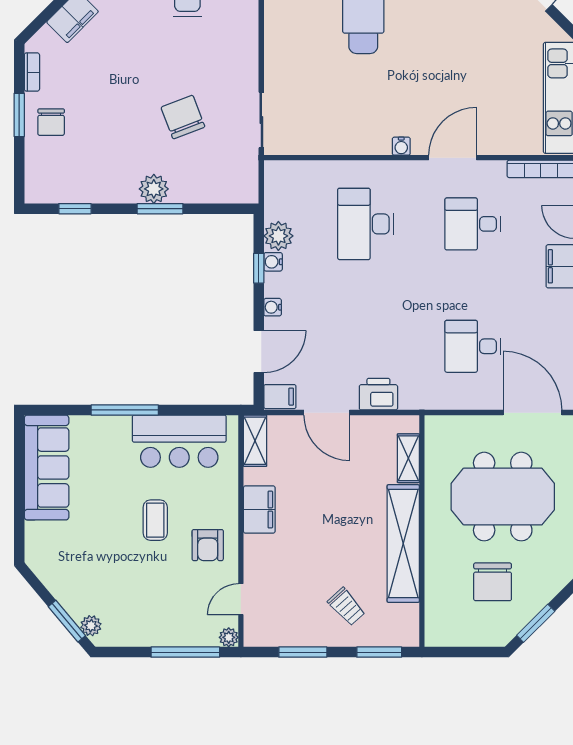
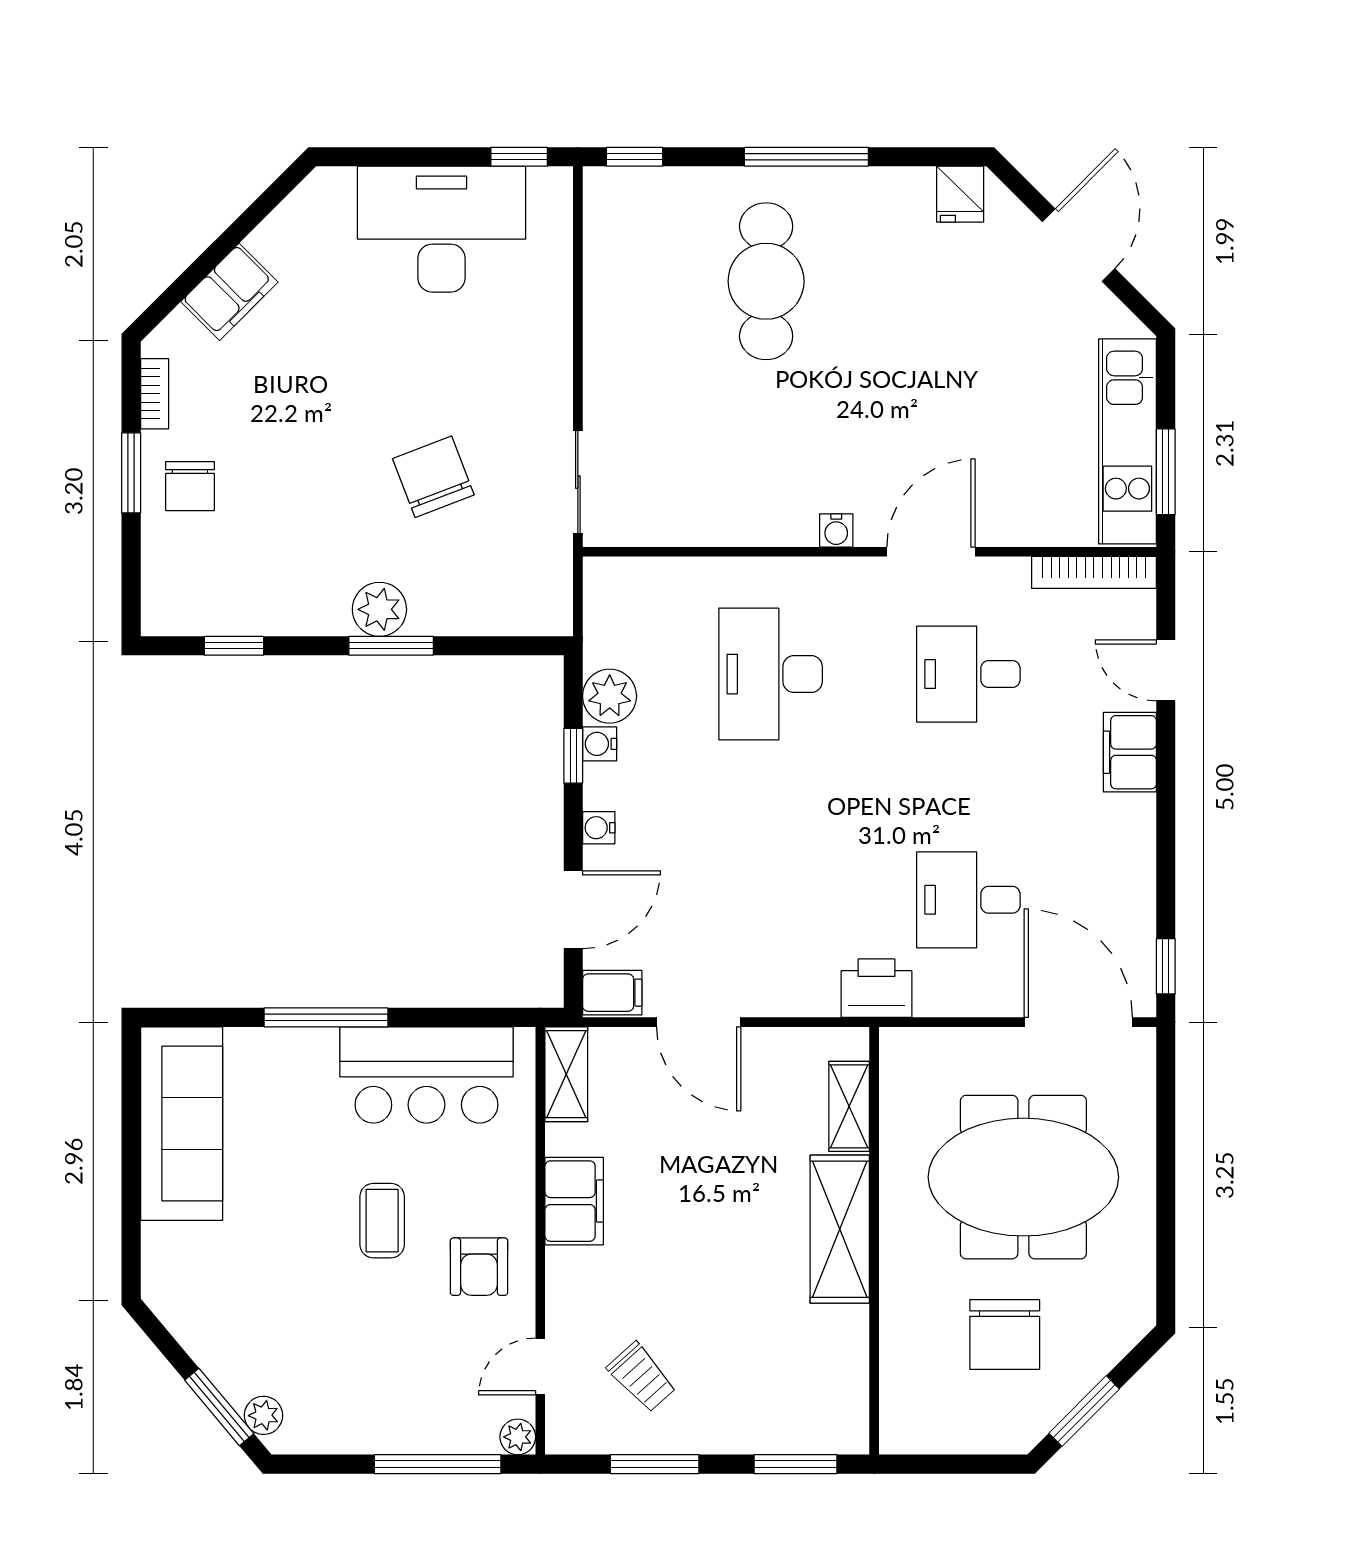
printer: (378, 394) -> (876, 988), moved
shelving: (403, 544) -> (840, 1229), width x0.68
trolley: (346, 607) -> (642, 1377), moved

